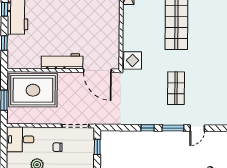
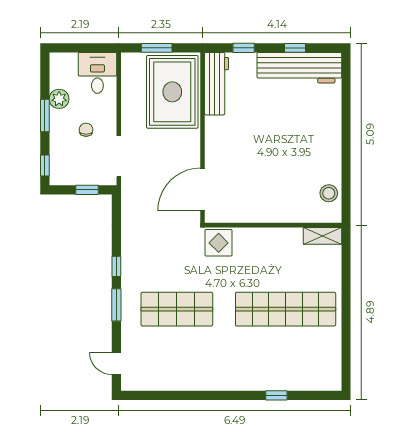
workbench: (62, 61) -> (217, 84), moved
shop shelf: (176, 88) -> (177, 309), width x1.43, depth x1.36
door: (197, 128) -> (116, 363), moved

